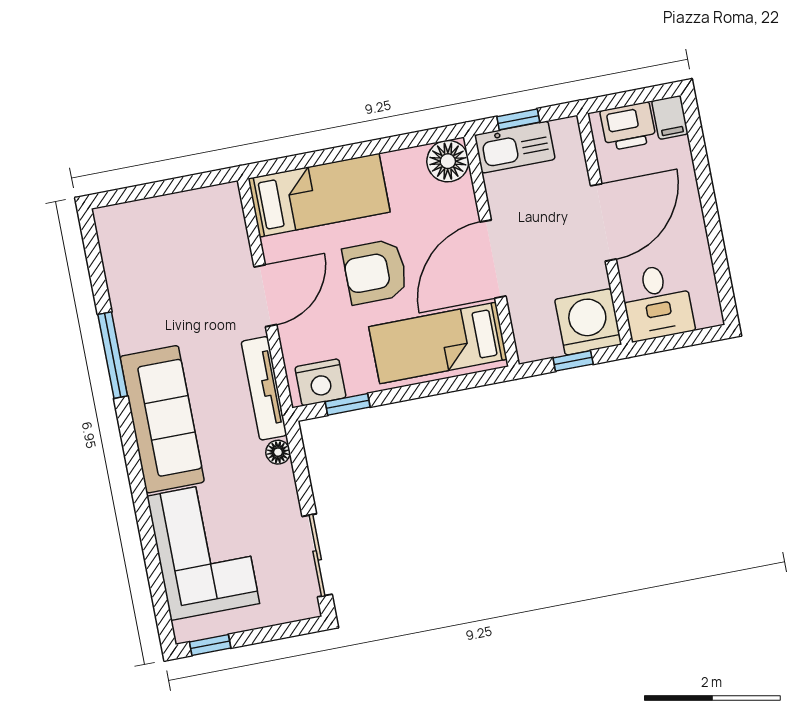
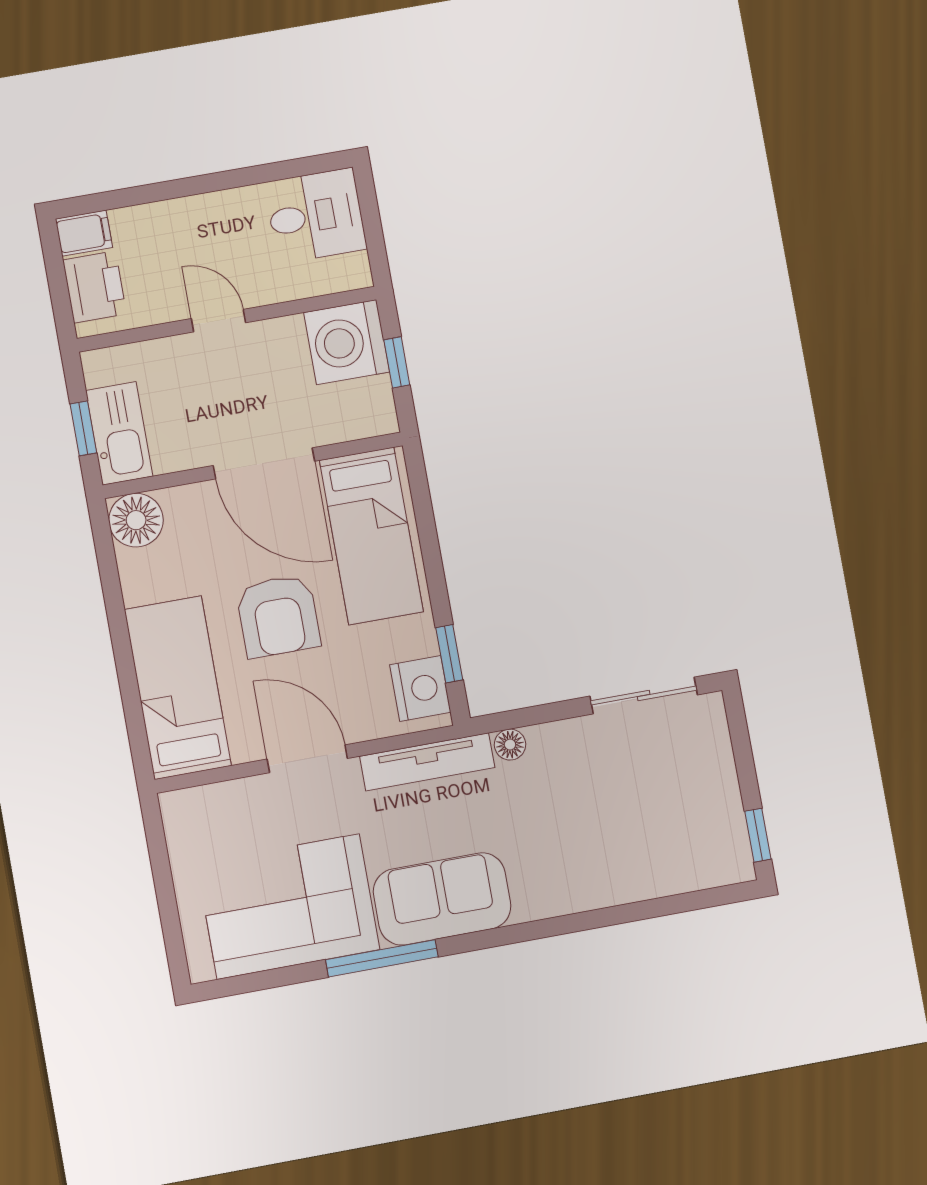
door: (603, 222) -> (219, 321), width x0.53
desk: (657, 302) -> (316, 216), moved
sofa: (162, 419) -> (442, 899), width x0.73
corner sofa: (203, 550) -> (288, 906), moved

